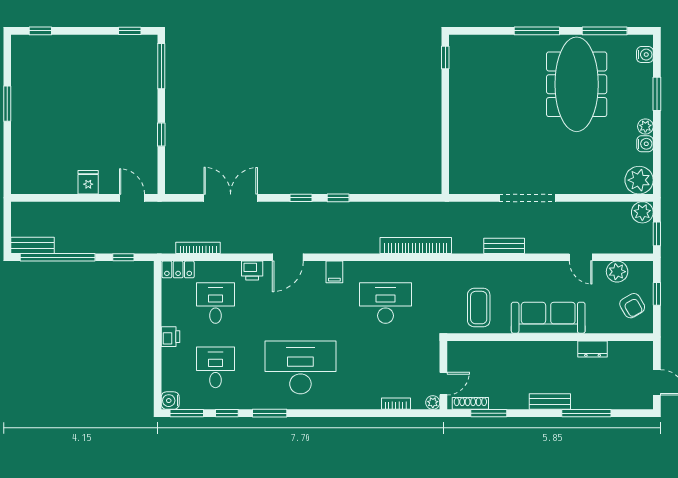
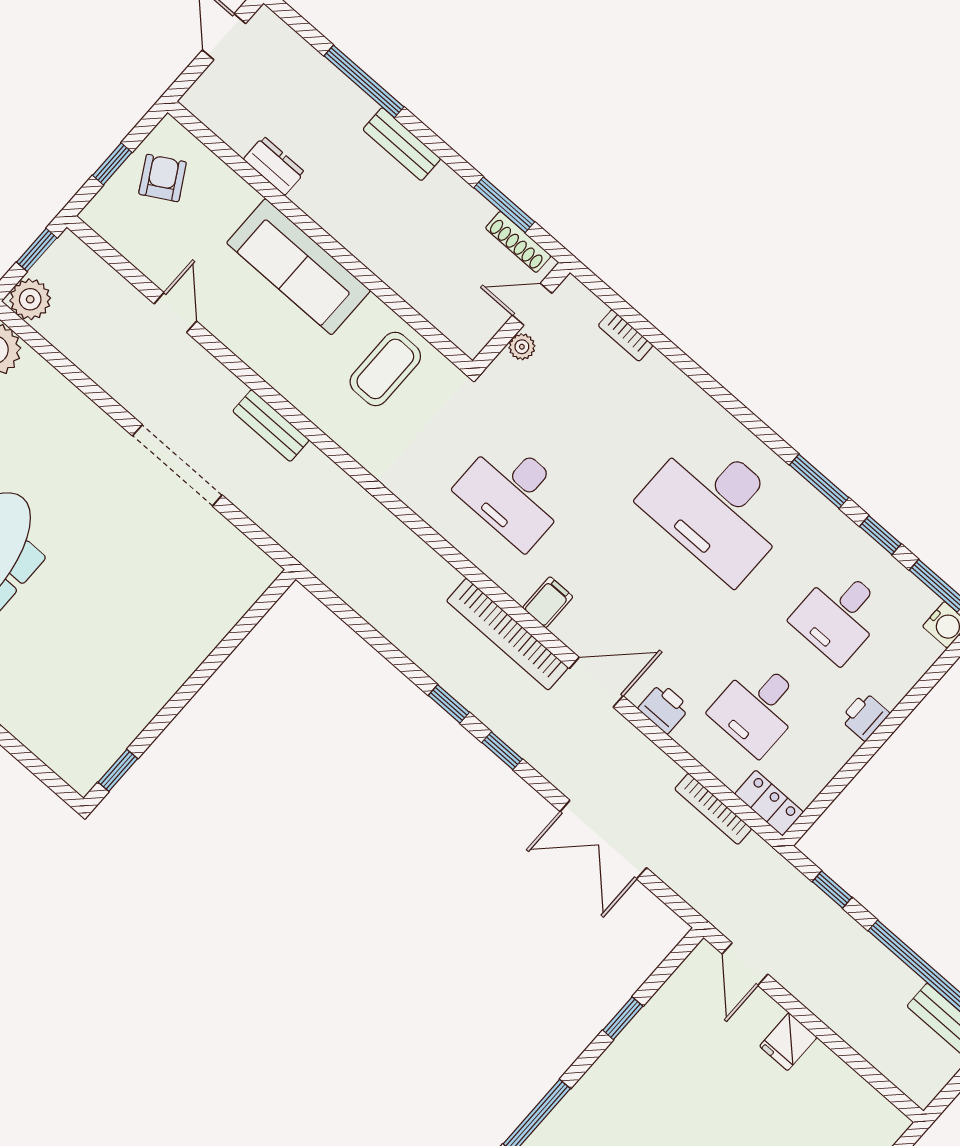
bookcase: (416, 245) -> (507, 634), moved
plant: (617, 272) -> (141, 246), removed
plant: (433, 403) -> (522, 347), moved

